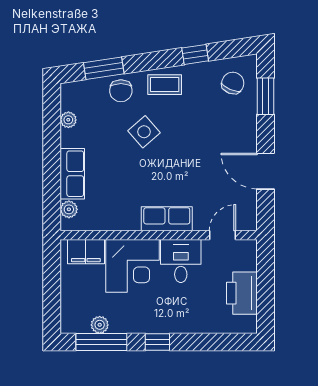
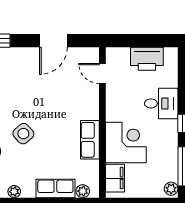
row of seats: (167, 219) -> (90, 140), moved
desk: (181, 261) -> (161, 103), moved, turned 180
plant: (100, 325) -> (171, 189), moved

